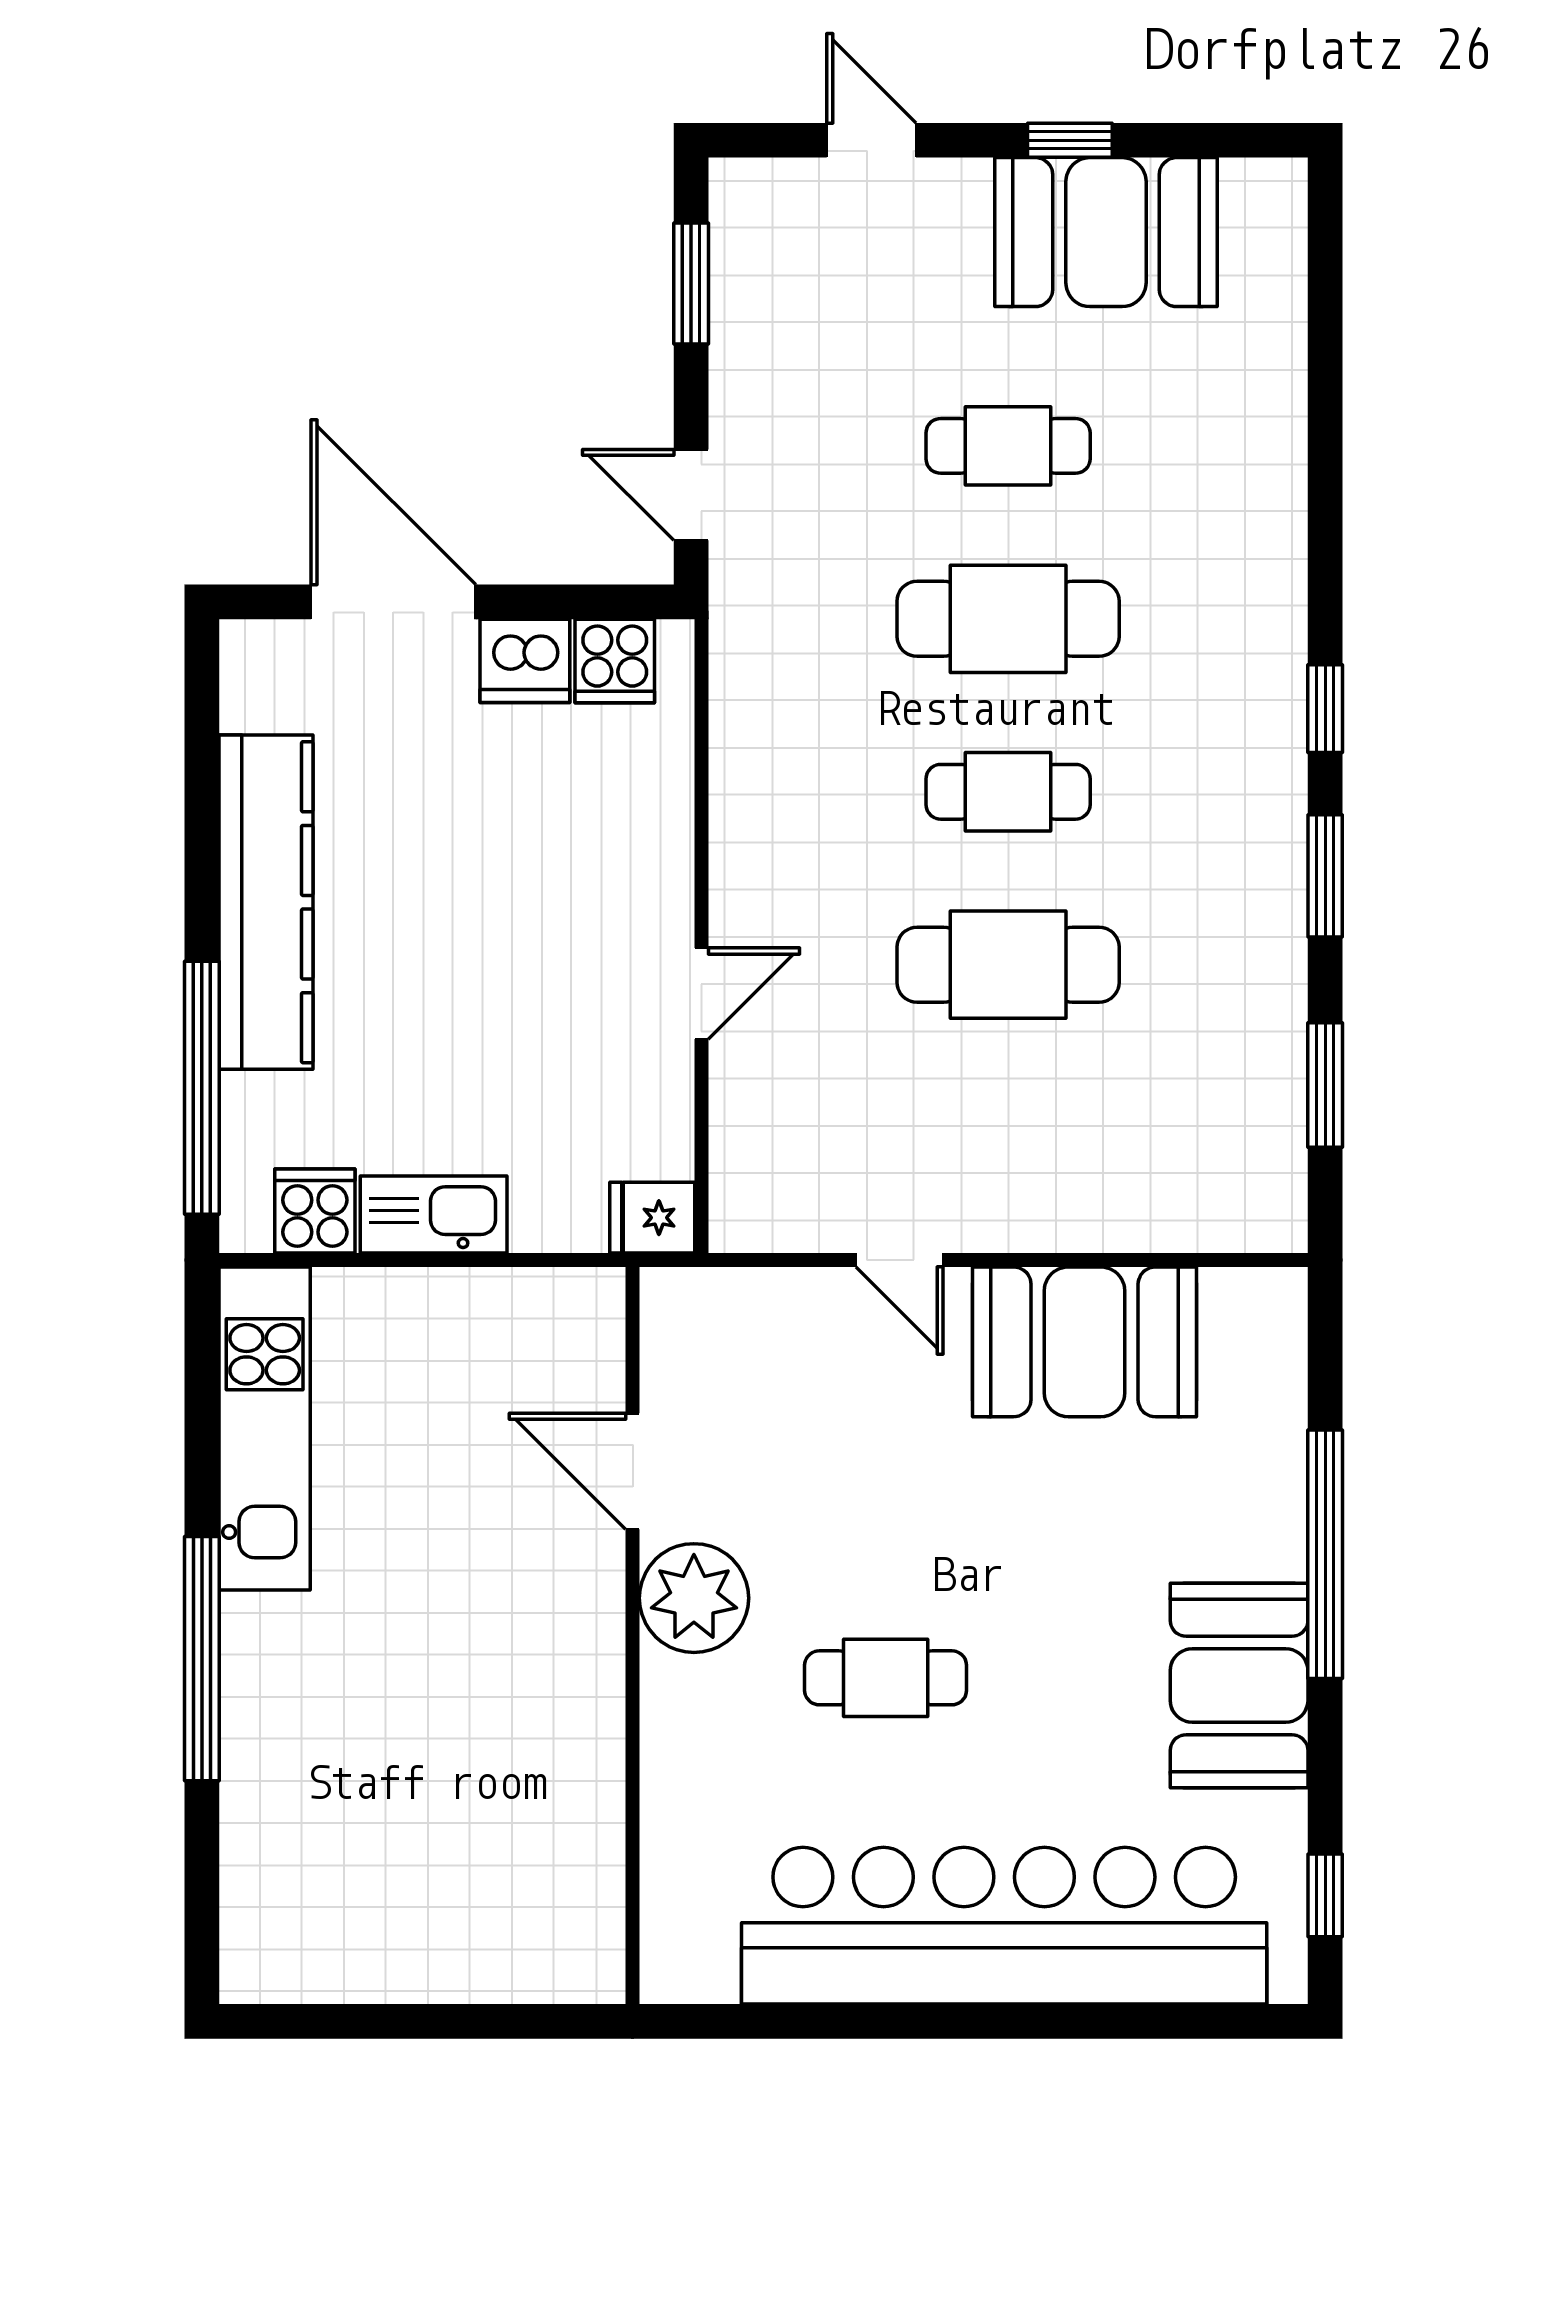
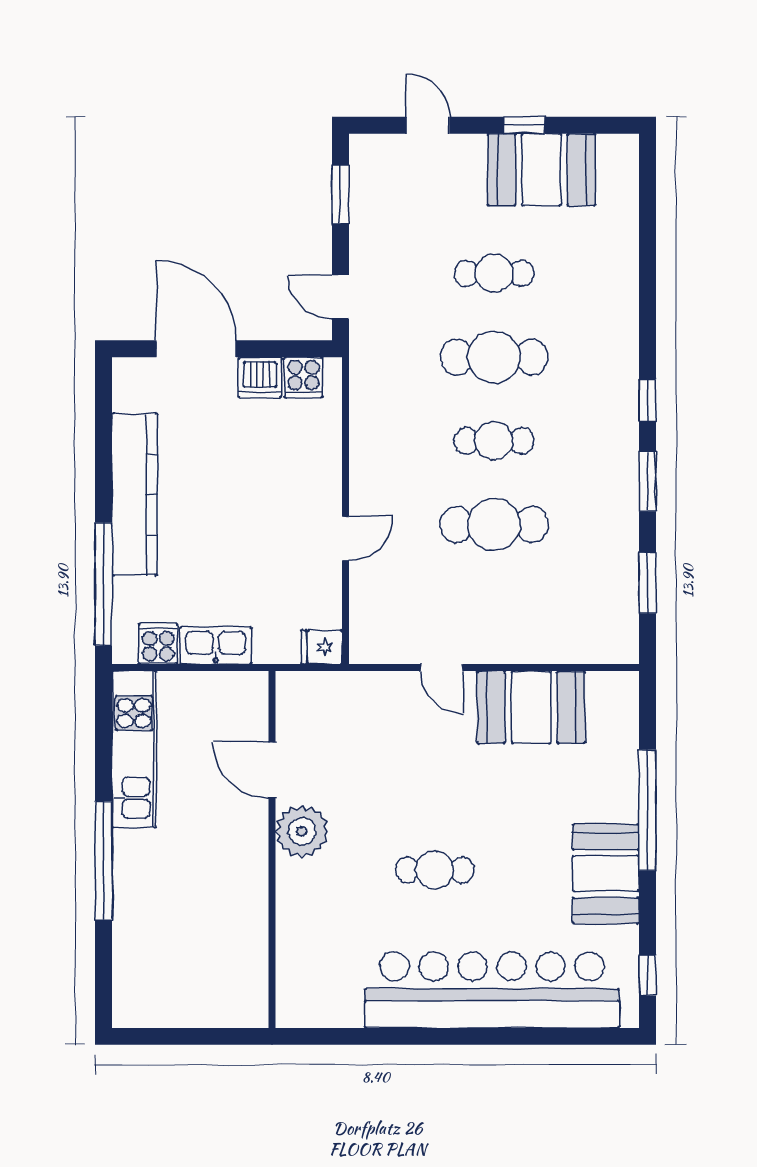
door: (633, 1471) -> (272, 770), moved
plant: (694, 1598) -> (302, 831), moved
wall: (633, 1636) -> (272, 849), moved

